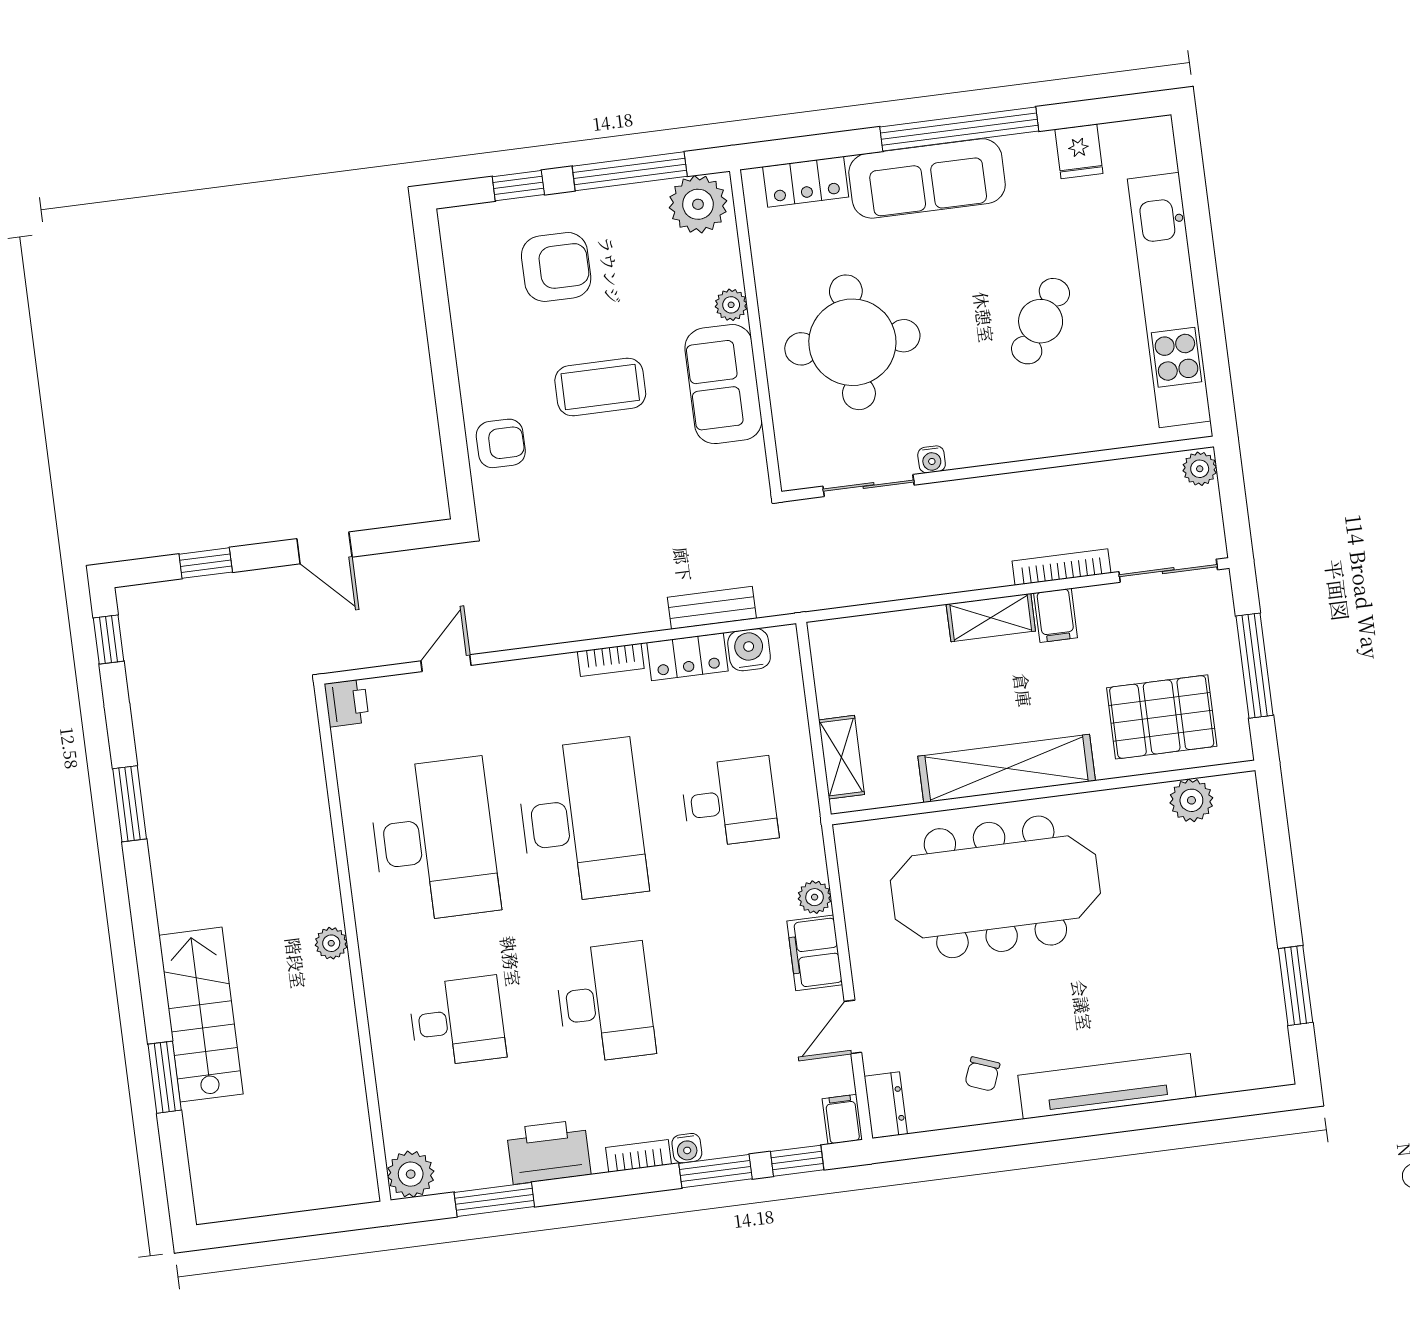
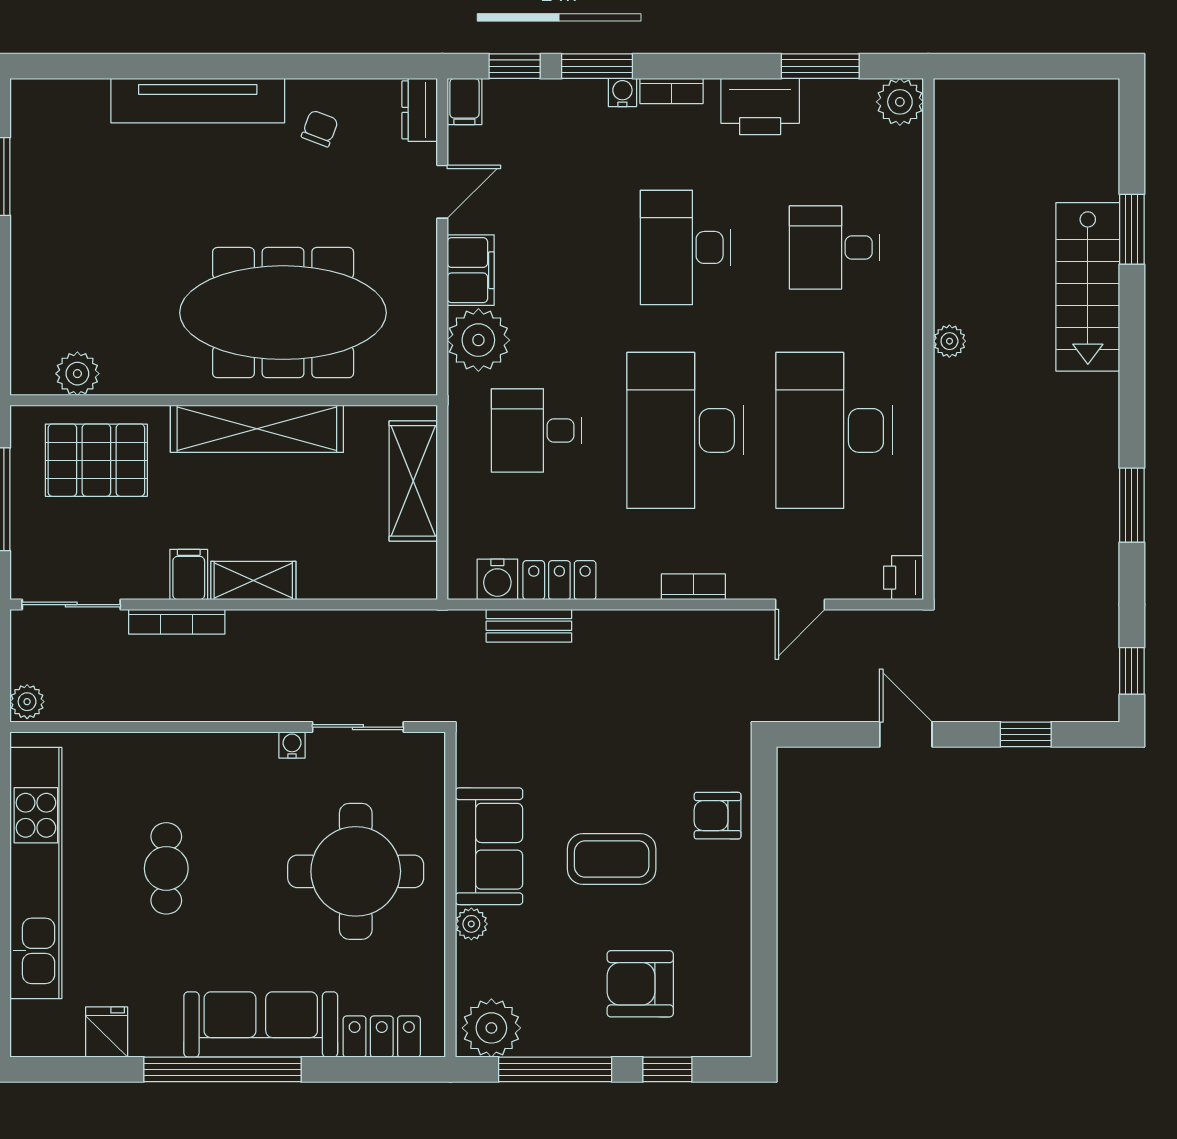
cafe table: (1041, 321) -> (166, 868), turned -33
bookcase: (611, 660) -> (693, 587), moved
shelving: (841, 757) -> (413, 481), width x1.50, depth x1.33
plant: (815, 897) -> (478, 340), width x1.88, depth x1.88

